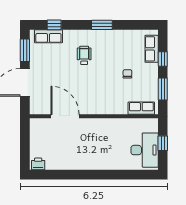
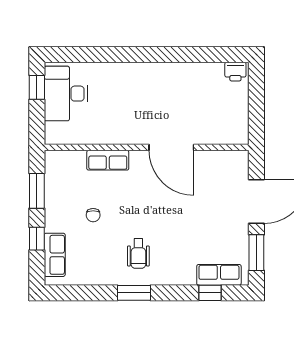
wheelchair: (84, 55) -> (138, 254), moved
row of seats: (141, 108) -> (108, 160), moved
door: (65, 116) -> (171, 147), moved
window: (163, 143) -> (37, 87), moved

